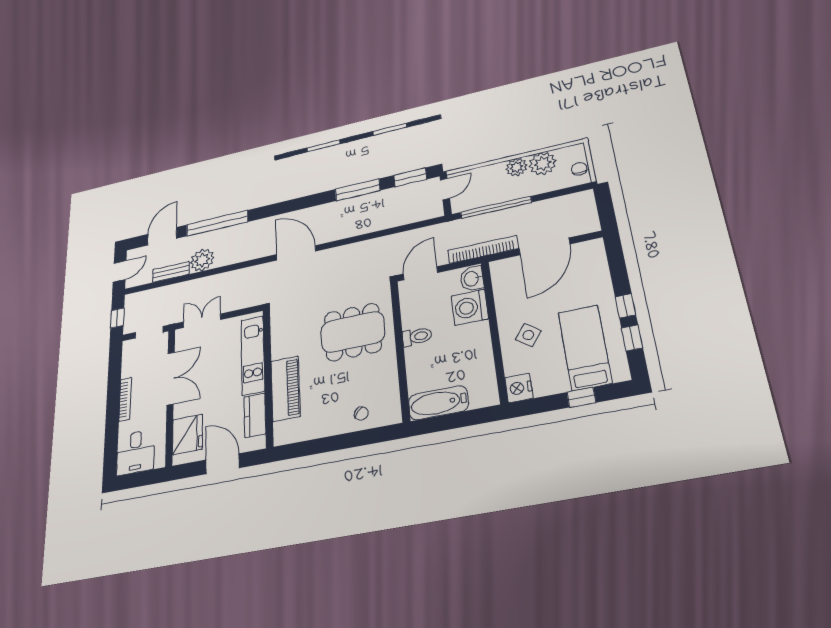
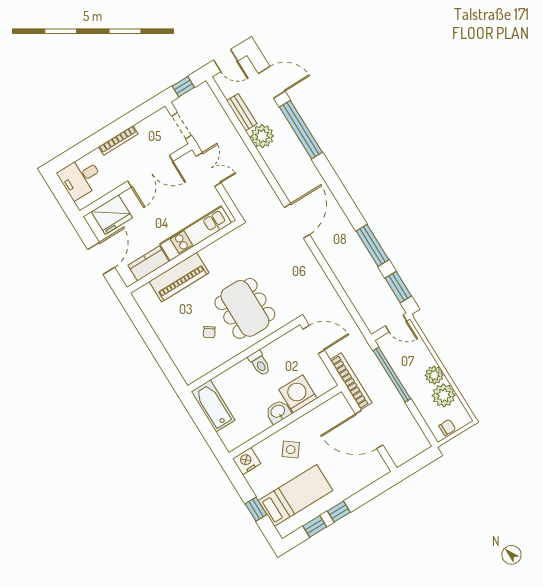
washbasin: (472, 279) -> (278, 412), moved
chair: (361, 414) -> (209, 332), moved

